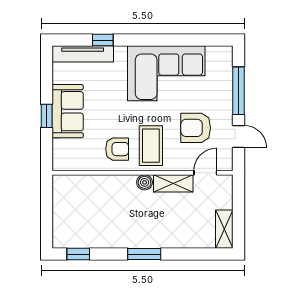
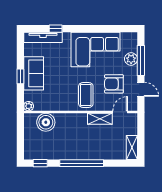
plant: (223, 88) -> (131, 59), added
armchair: (117, 149) -> (65, 97), removed
plant: (60, 163) -> (29, 106), added
boiler: (145, 182) -> (46, 122), moved, width x1.86, depth x1.86
window: (144, 254) -> (82, 163), width x2.11

